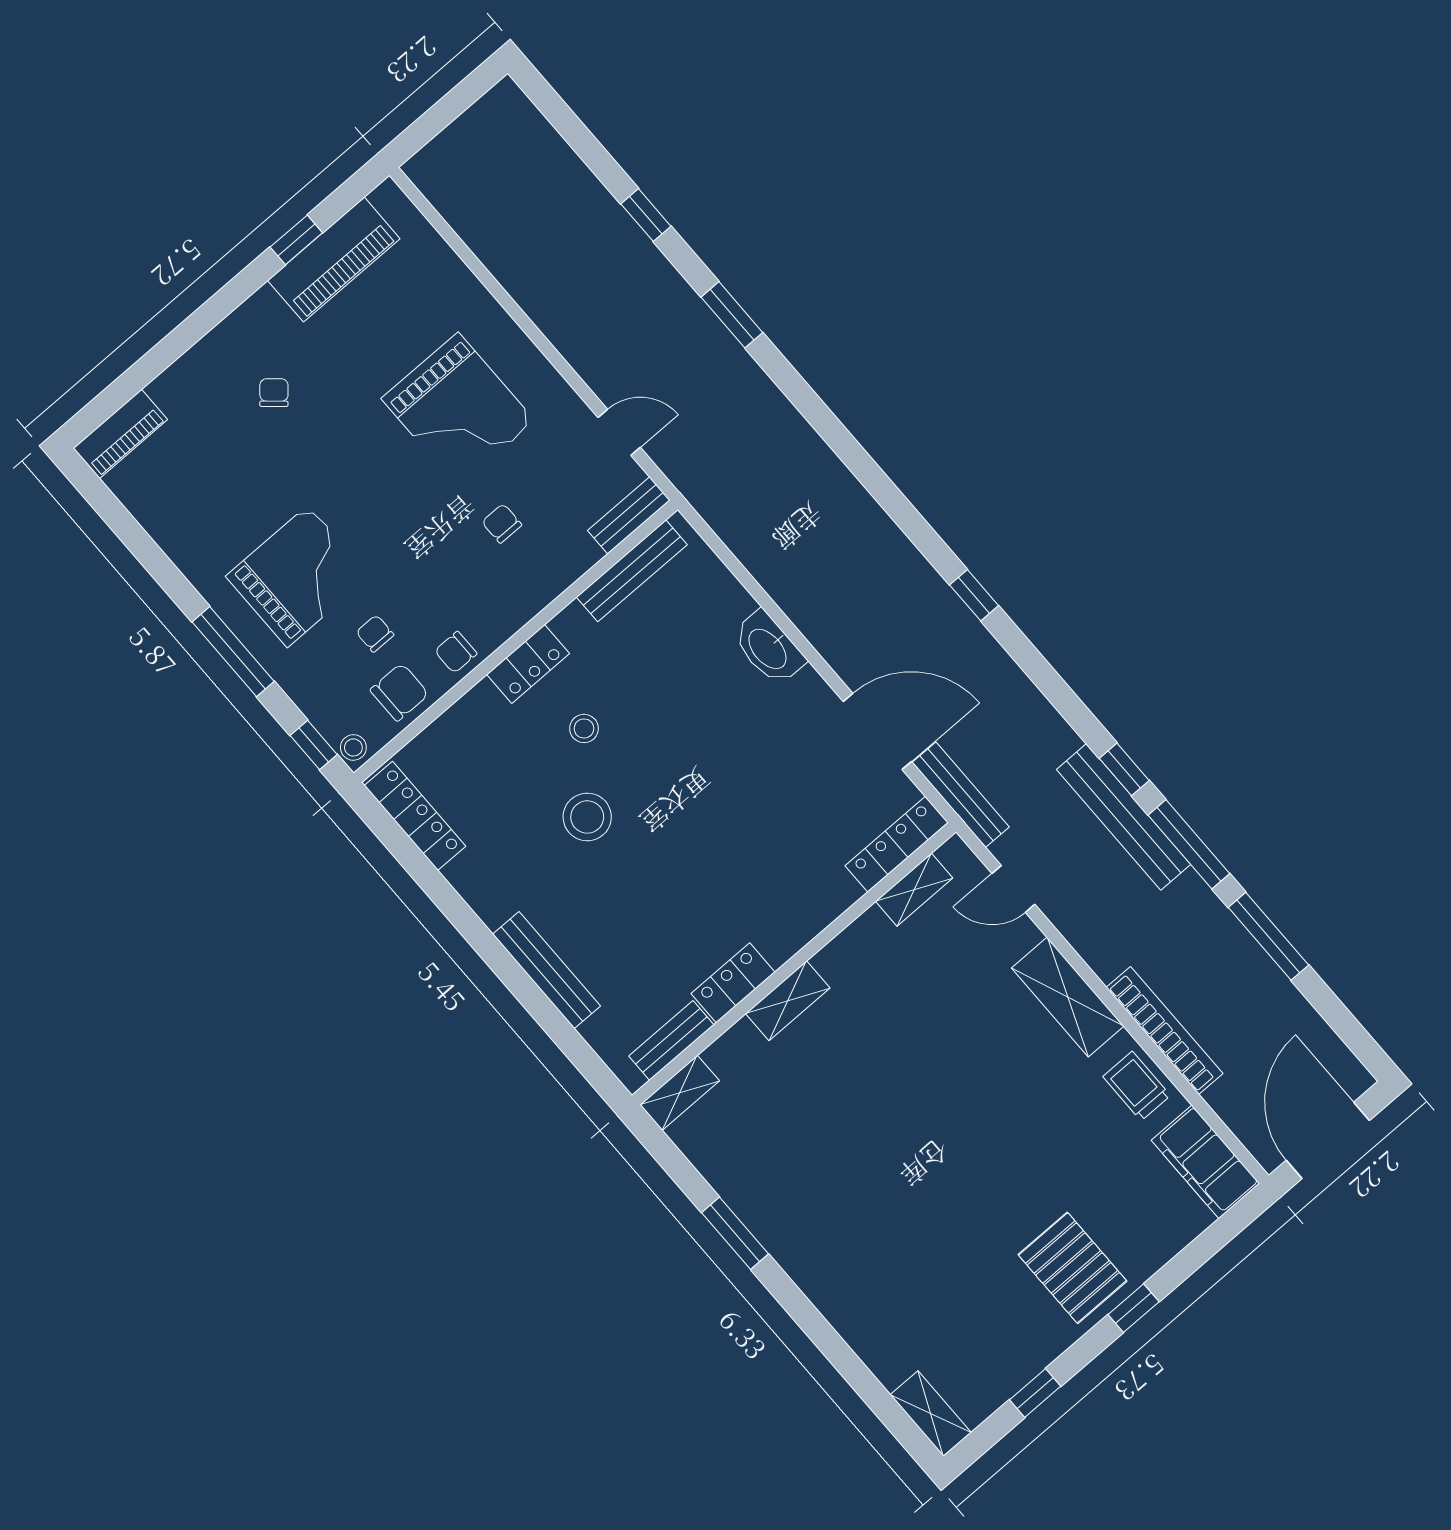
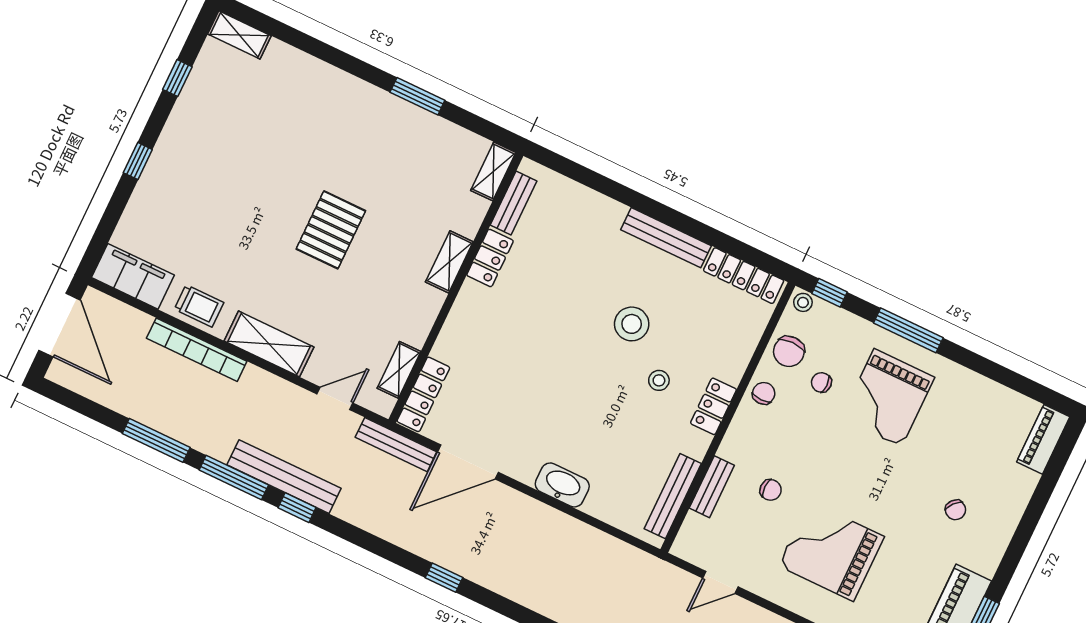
bench: (629, 515) -> (712, 487), moved
chair: (375, 634) -> (821, 382), turned 180
bench: (547, 970) -> (666, 238), moved
pallet: (1072, 1268) -> (331, 230), moved, turned 90

